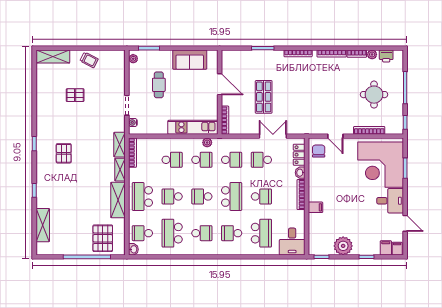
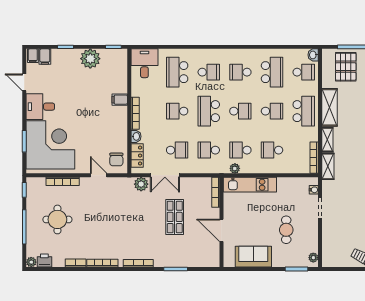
plant: (372, 54) -> (31, 262), moved
plant: (295, 128) -> (141, 184), added

